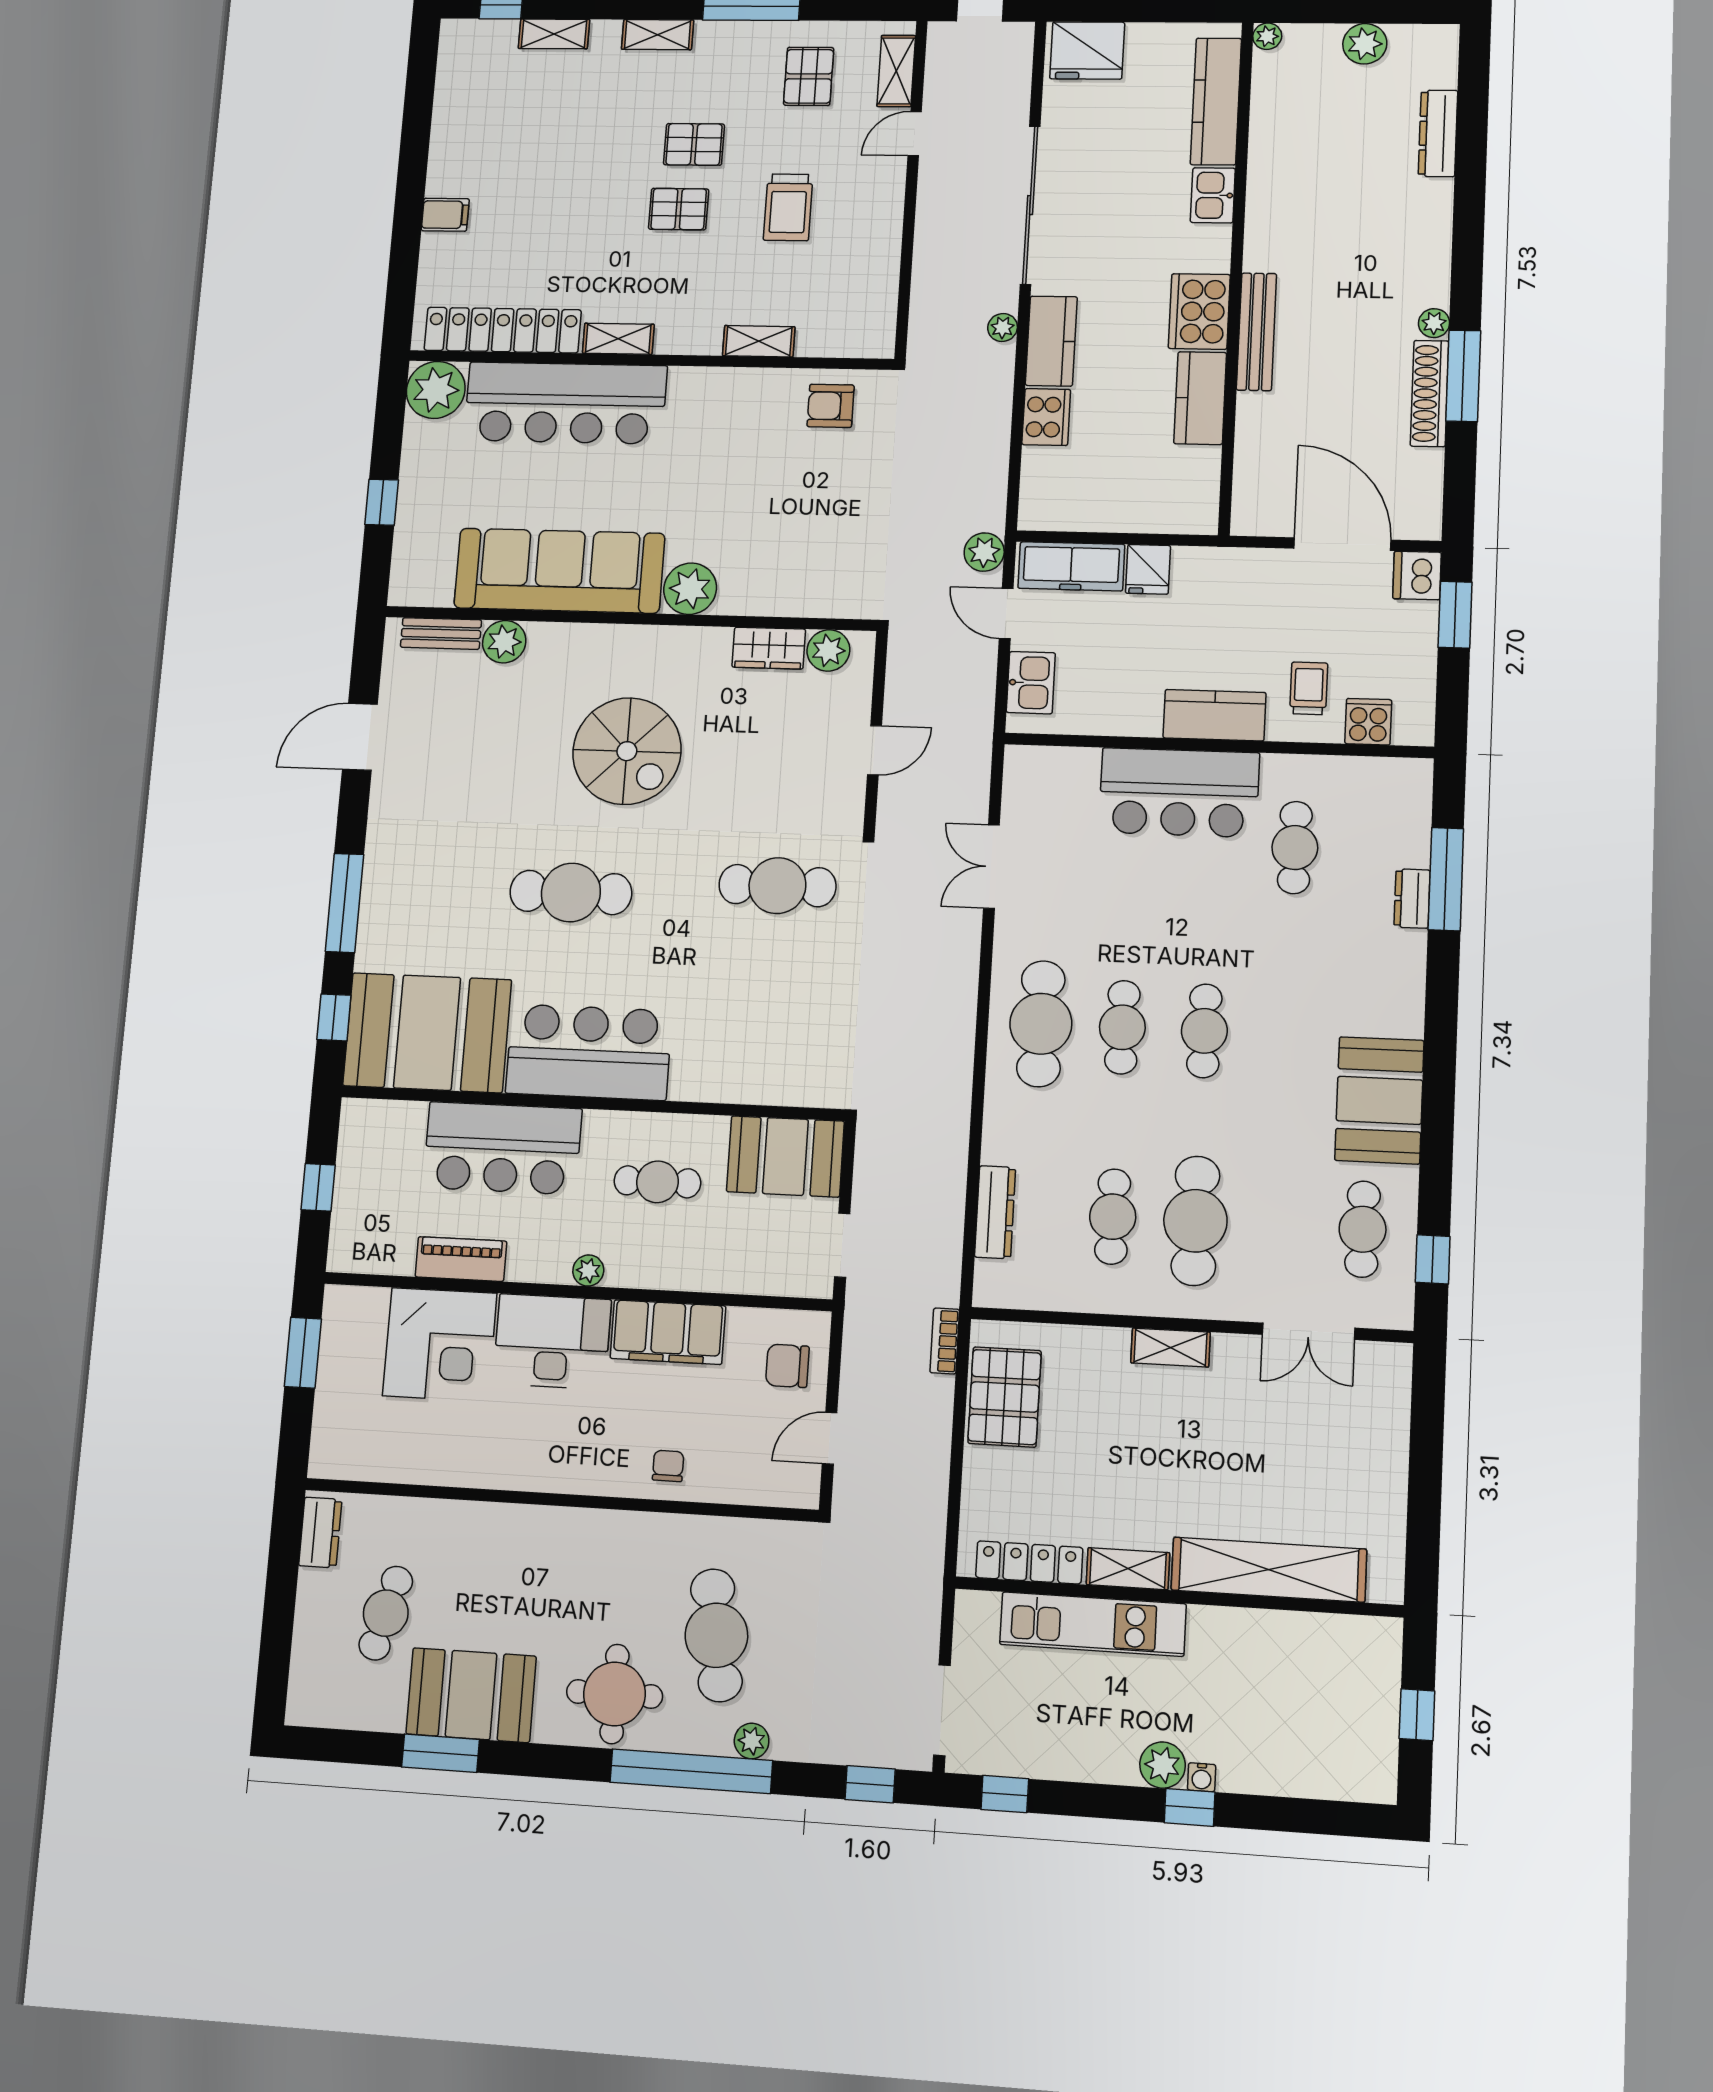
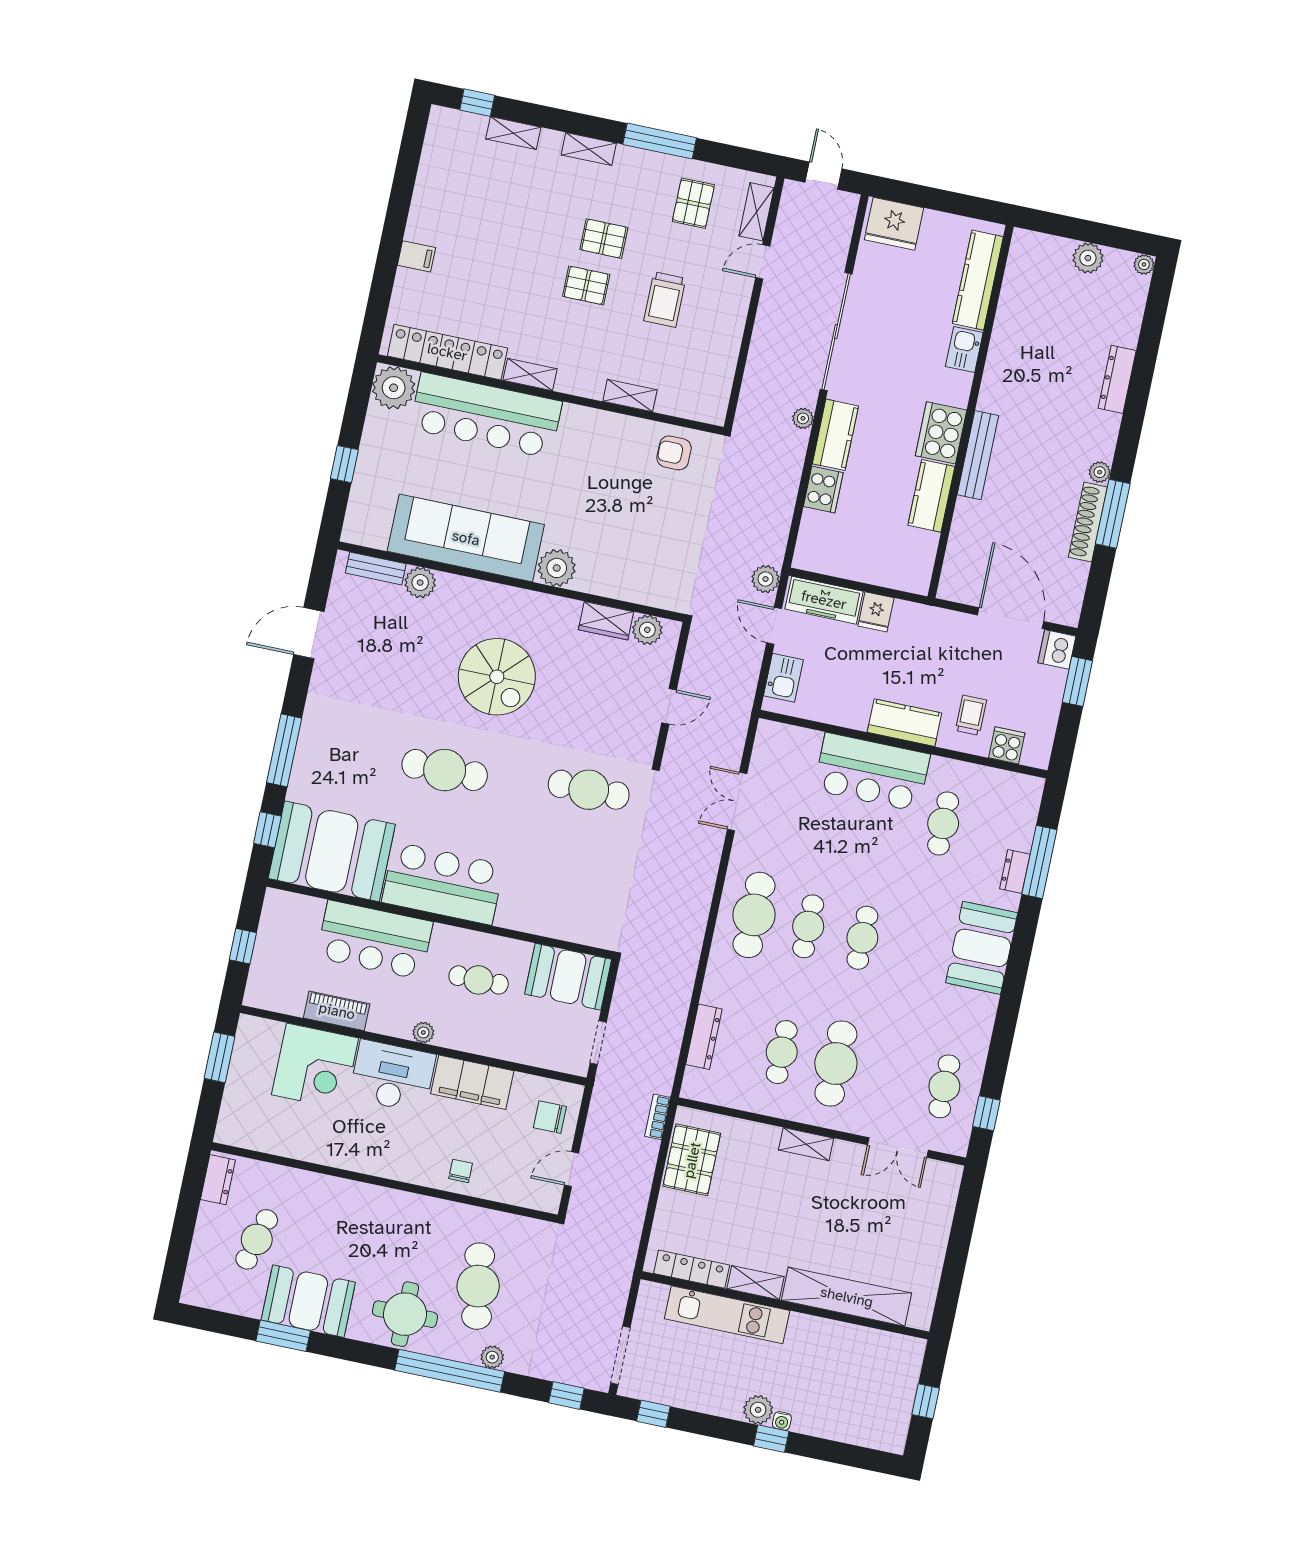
plant: (1267, 36) -> (1144, 264), moved
dresser: (1438, 133) -> (1117, 379), moved
booth: (1379, 1100) -> (982, 948), moved

